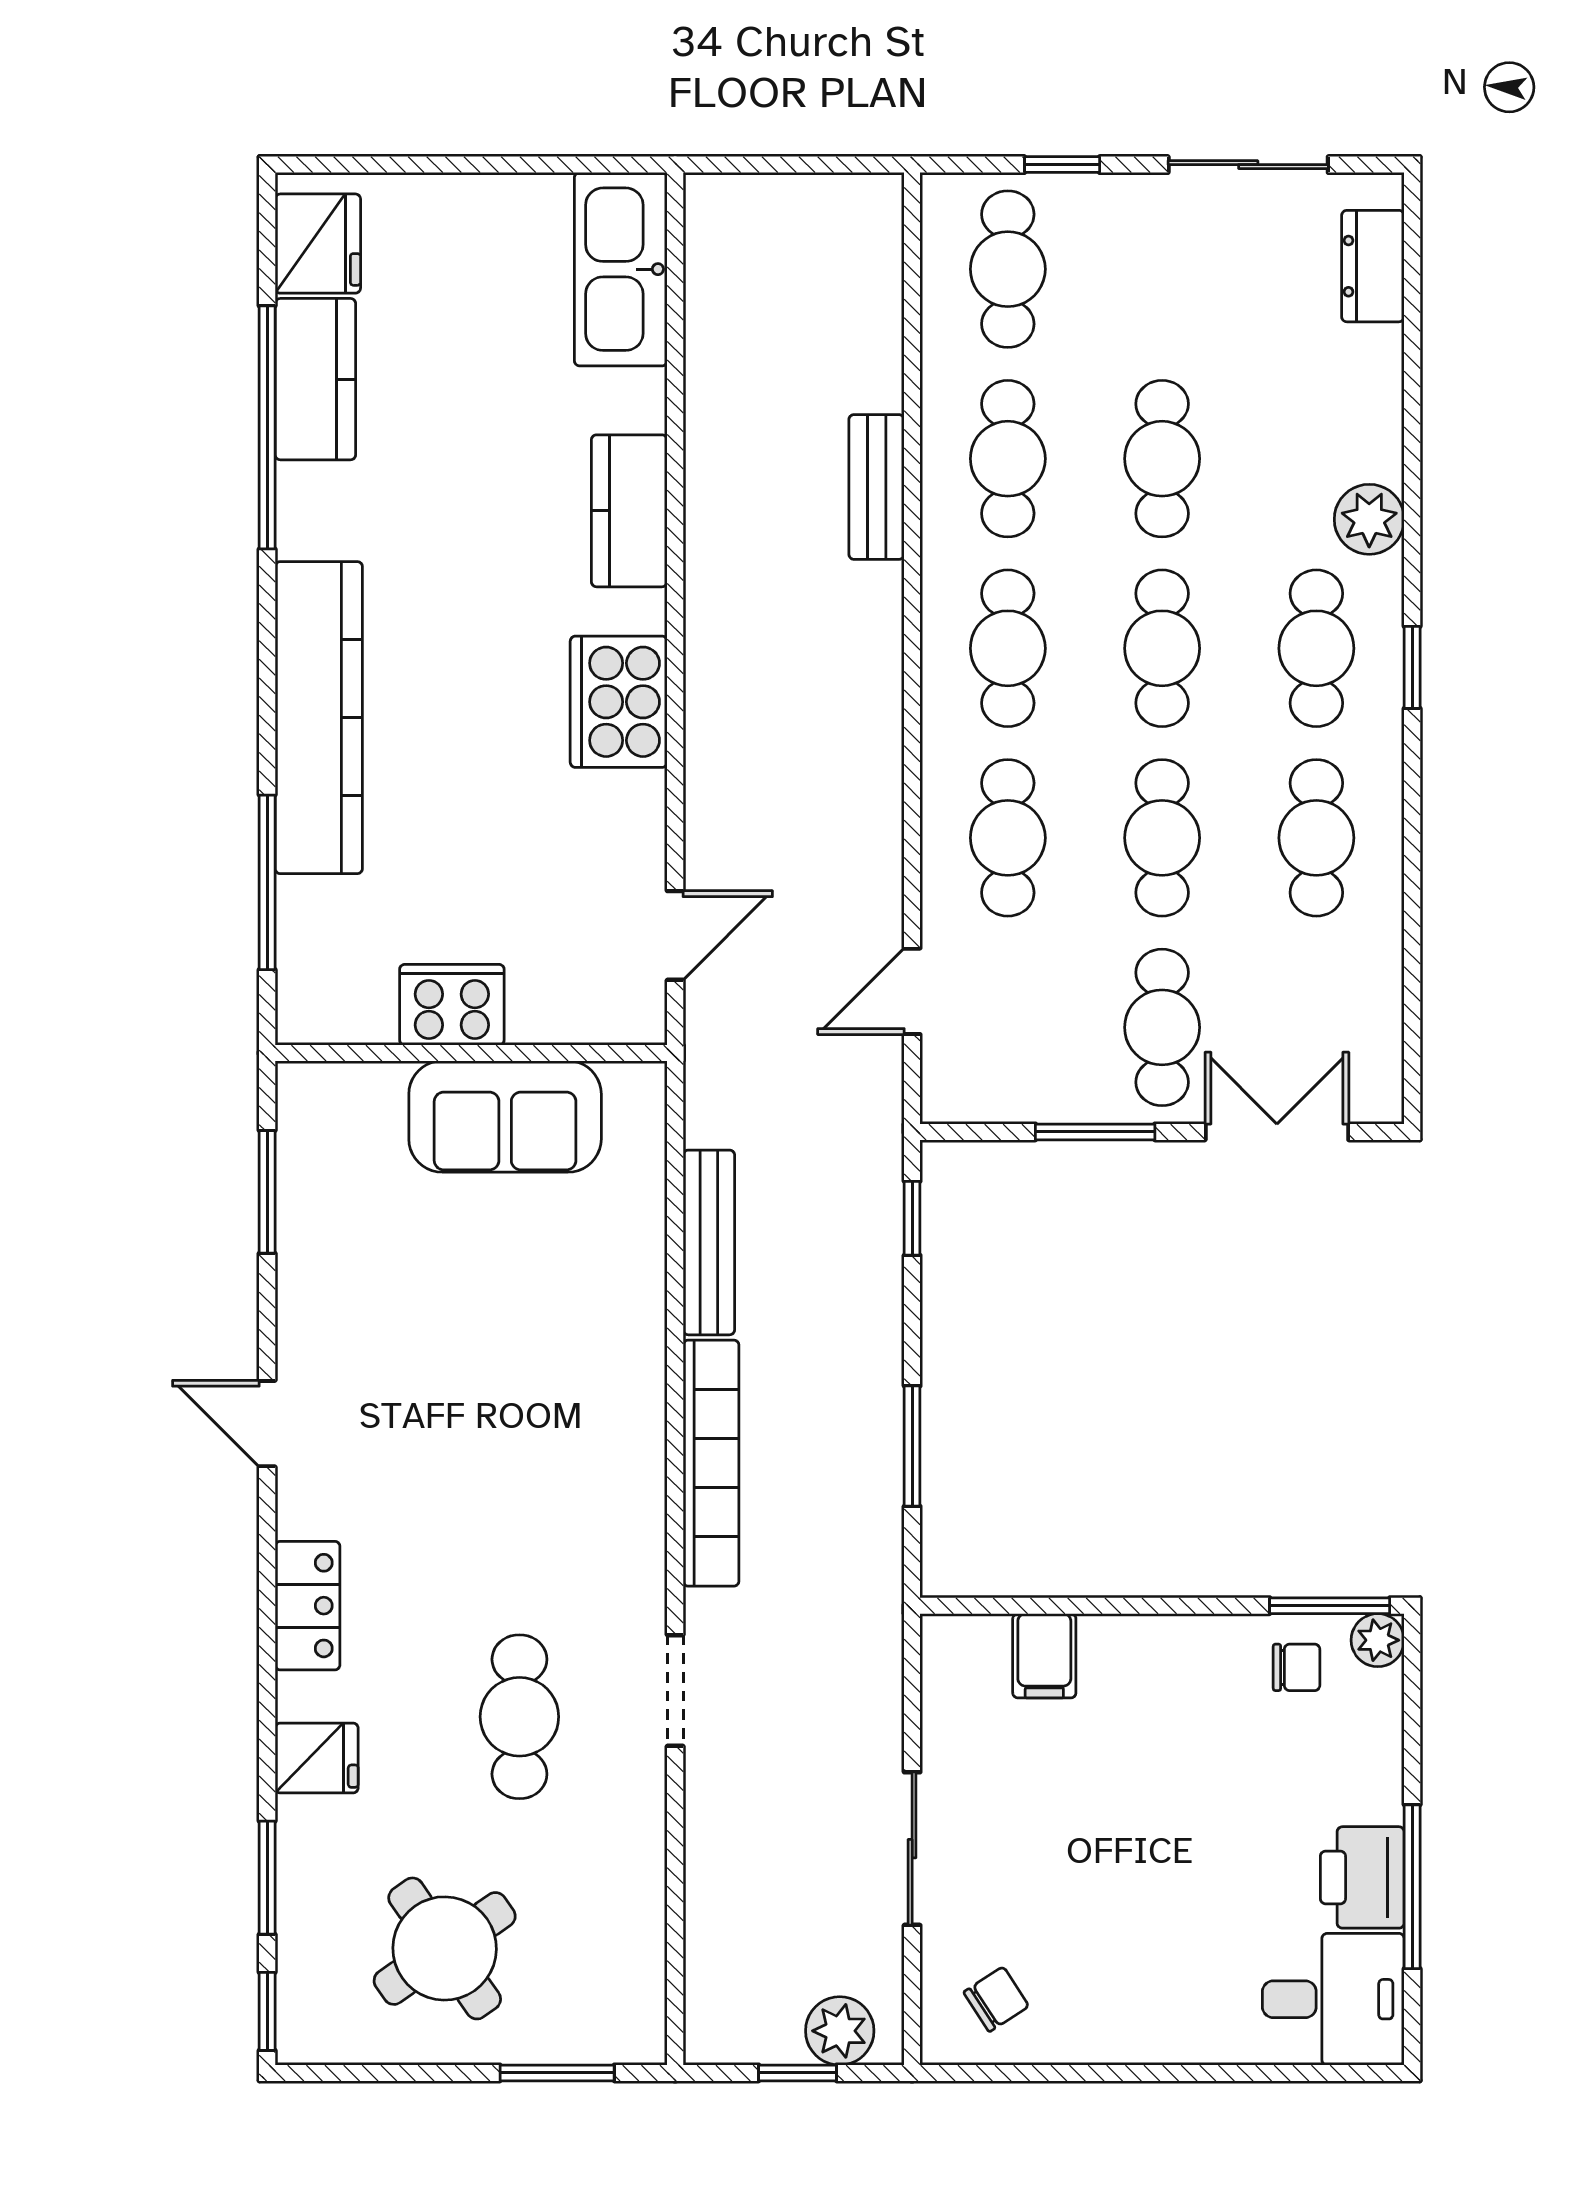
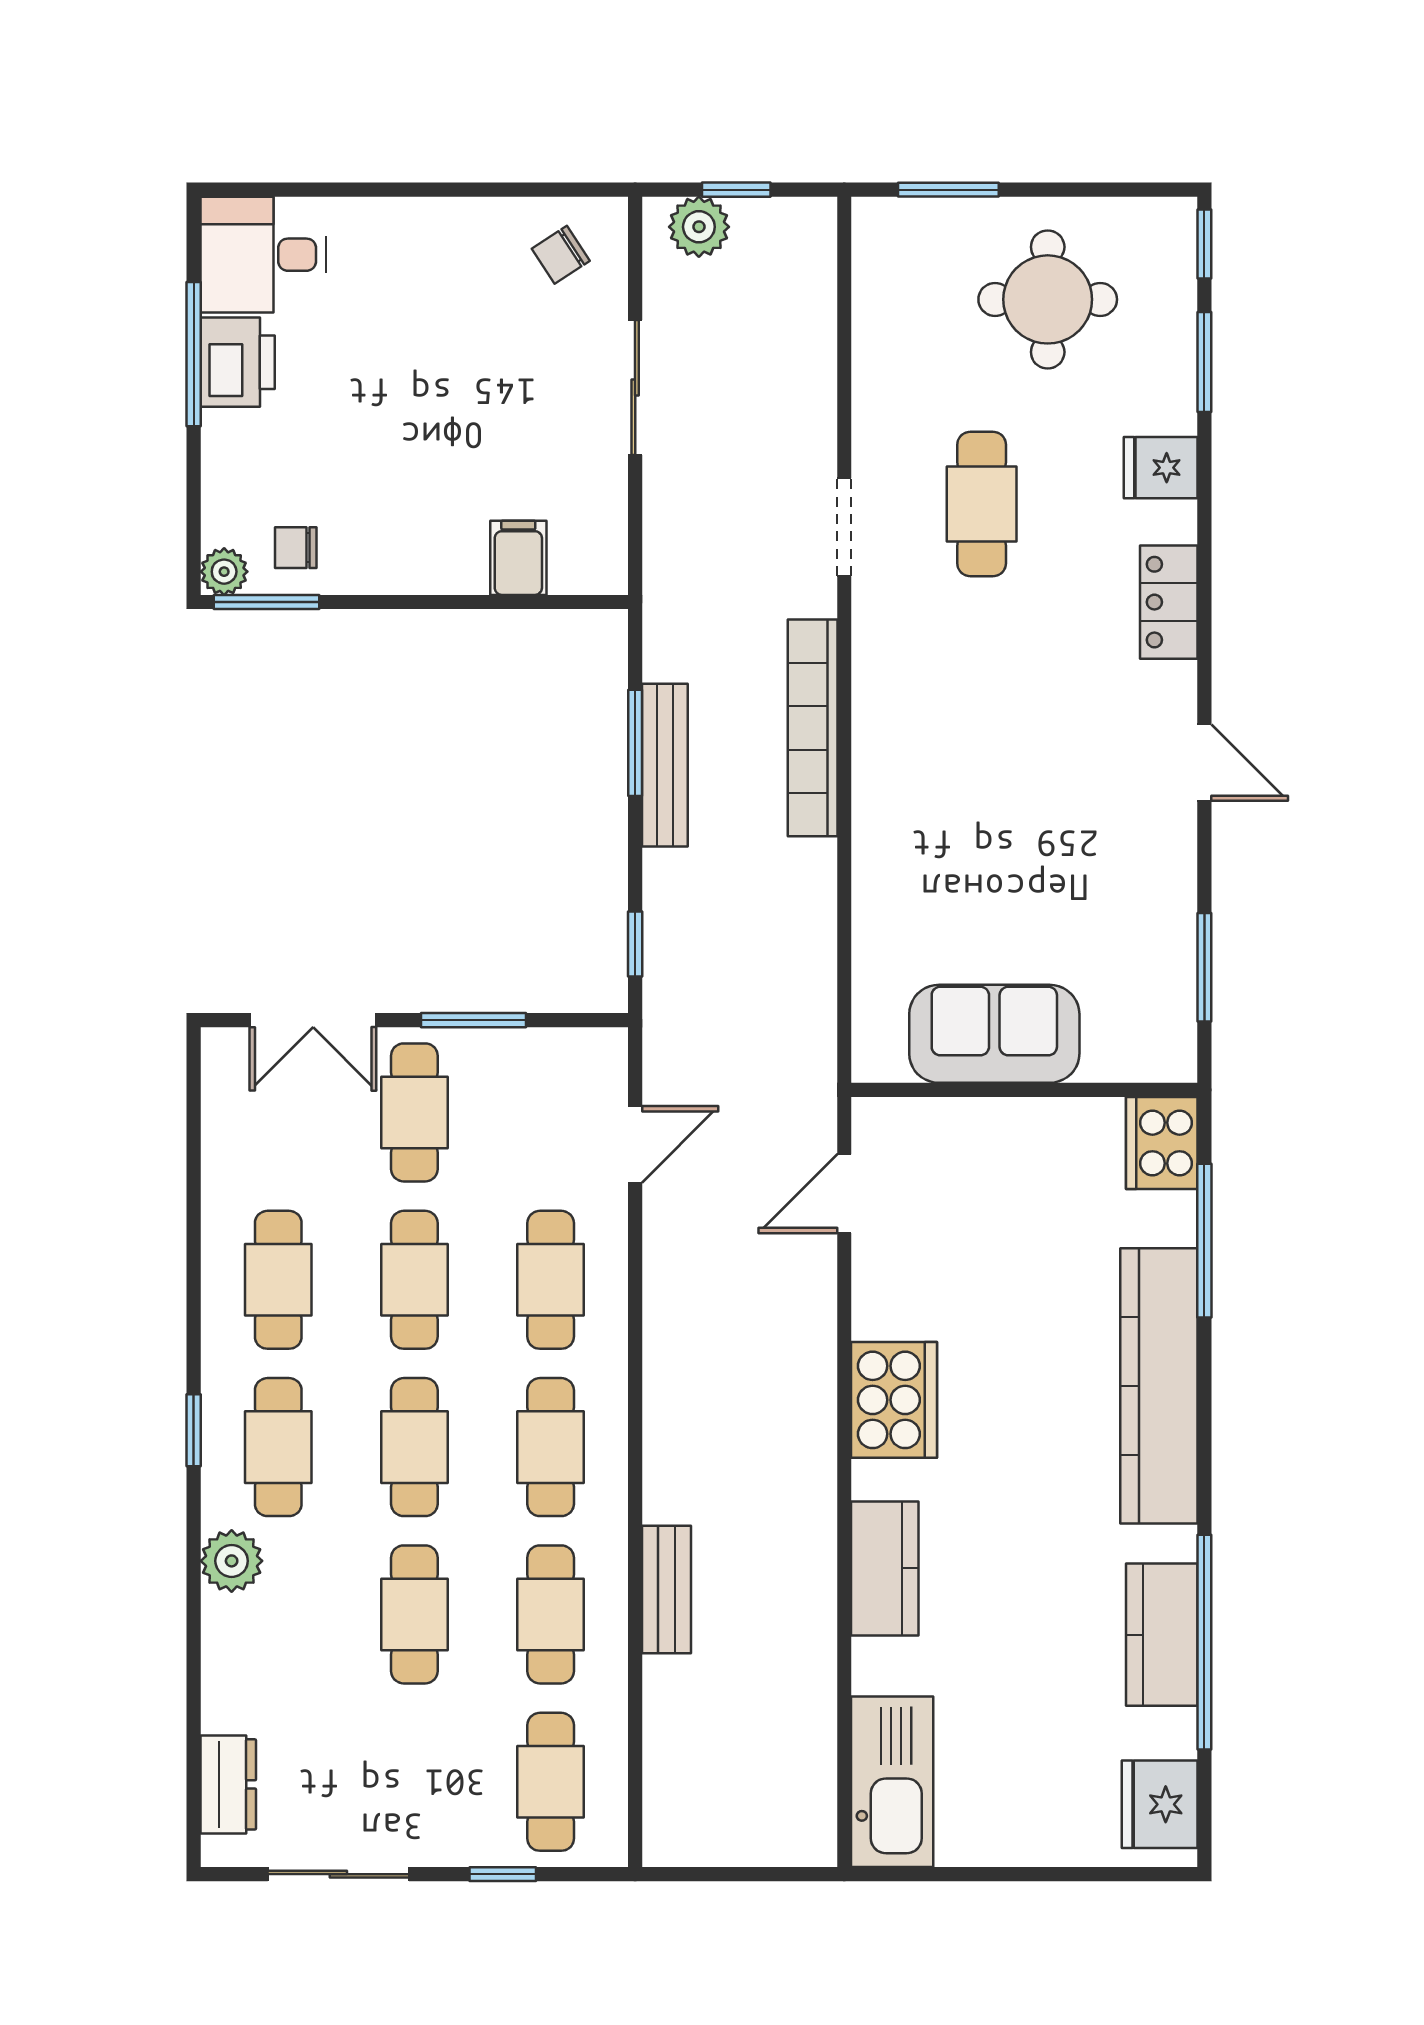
kitchen counter: (315, 379) -> (1162, 1635), moved
cooker: (452, 1005) -> (1162, 1143), moved, turned 90
bench: (709, 1242) -> (665, 765), moved
round table: (445, 1948) -> (1048, 299), turned 35

